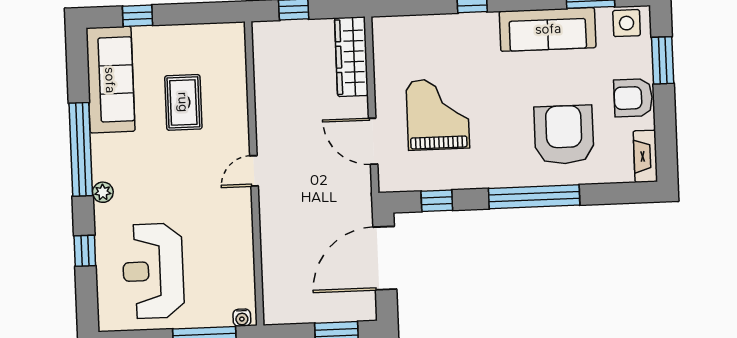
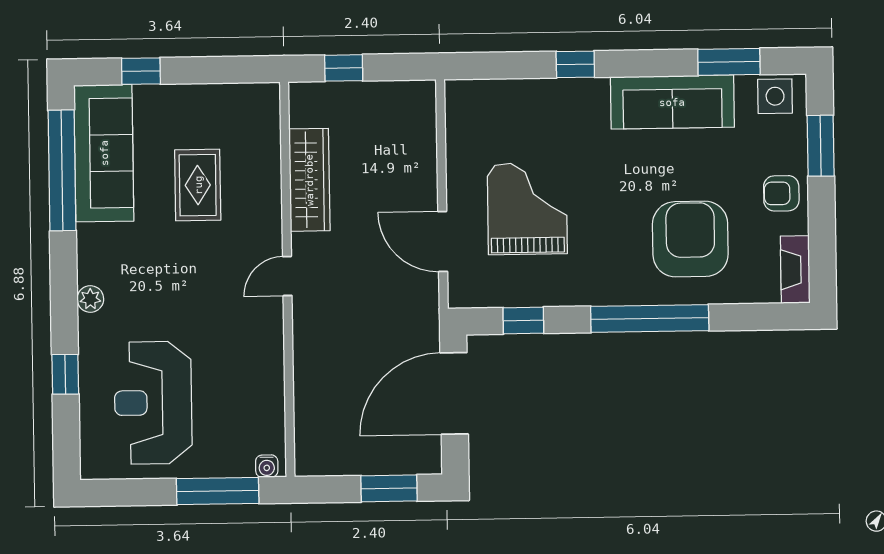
wardrobe: (351, 57) -> (309, 180), moved, turned 180
armchair: (633, 98) -> (781, 193), width x0.72, depth x0.72
window: (81, 149) -> (62, 170), moved

